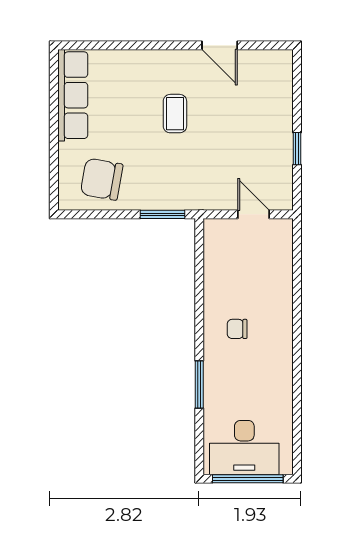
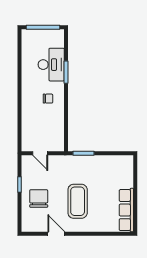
coffee table: (175, 114) -> (78, 201), width x1.86, depth x1.72
chair: (102, 179) -> (39, 198), moved, turned -100
desk: (244, 448) -> (51, 65), moved, turned 90

